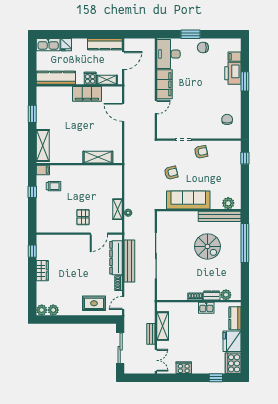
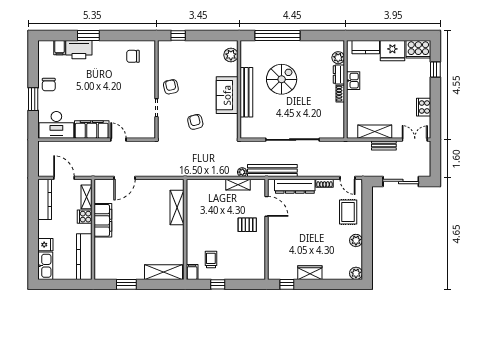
sofa: (188, 200) -> (227, 95), width x0.73
bench: (220, 216) -> (246, 92), moved
bench: (129, 261) -> (272, 171), moved
plant: (53, 310) -> (356, 240), moved

